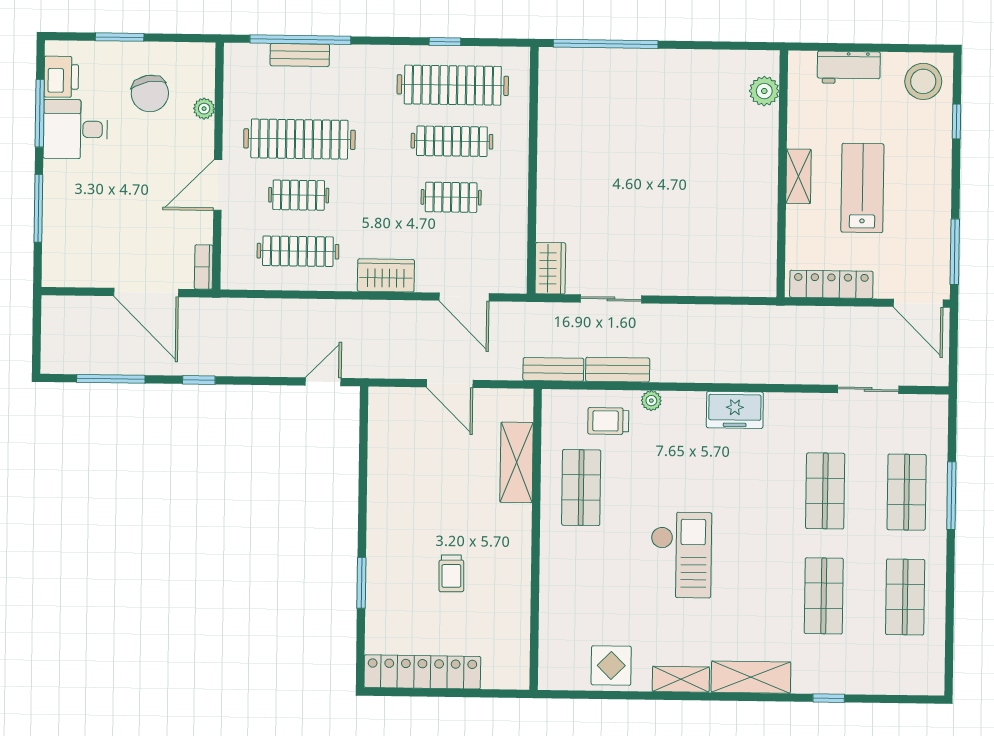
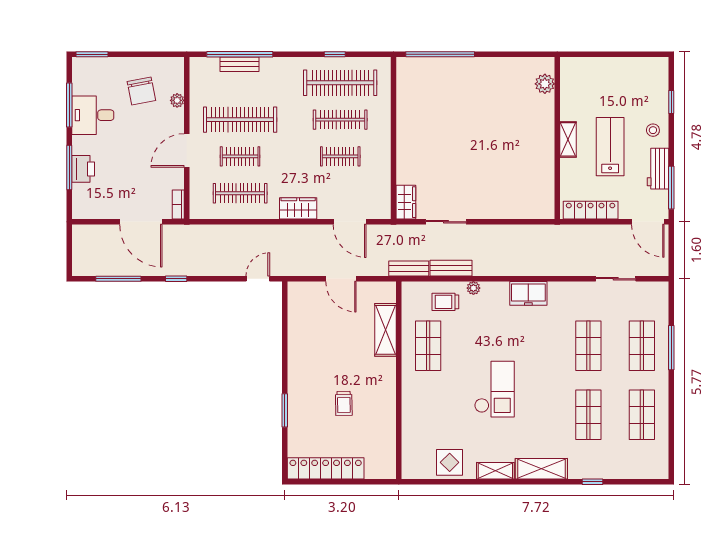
window: (120, 37) -> (92, 54), moved
workbench: (849, 67) -> (658, 169), moved, turned 90
printer: (61, 77) -> (83, 169), moved
stool: (923, 81) -> (653, 130), moved, width x0.53, depth x0.53

